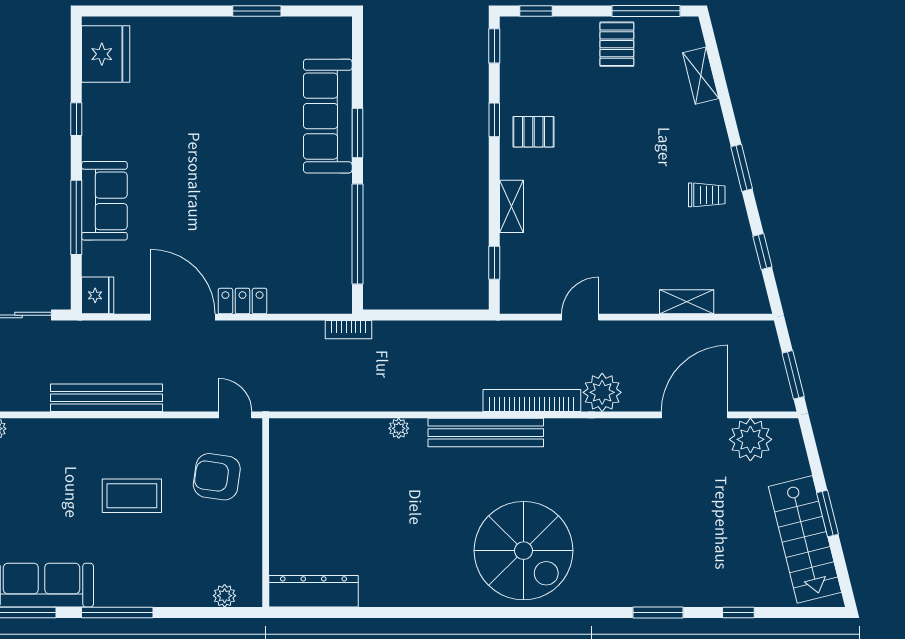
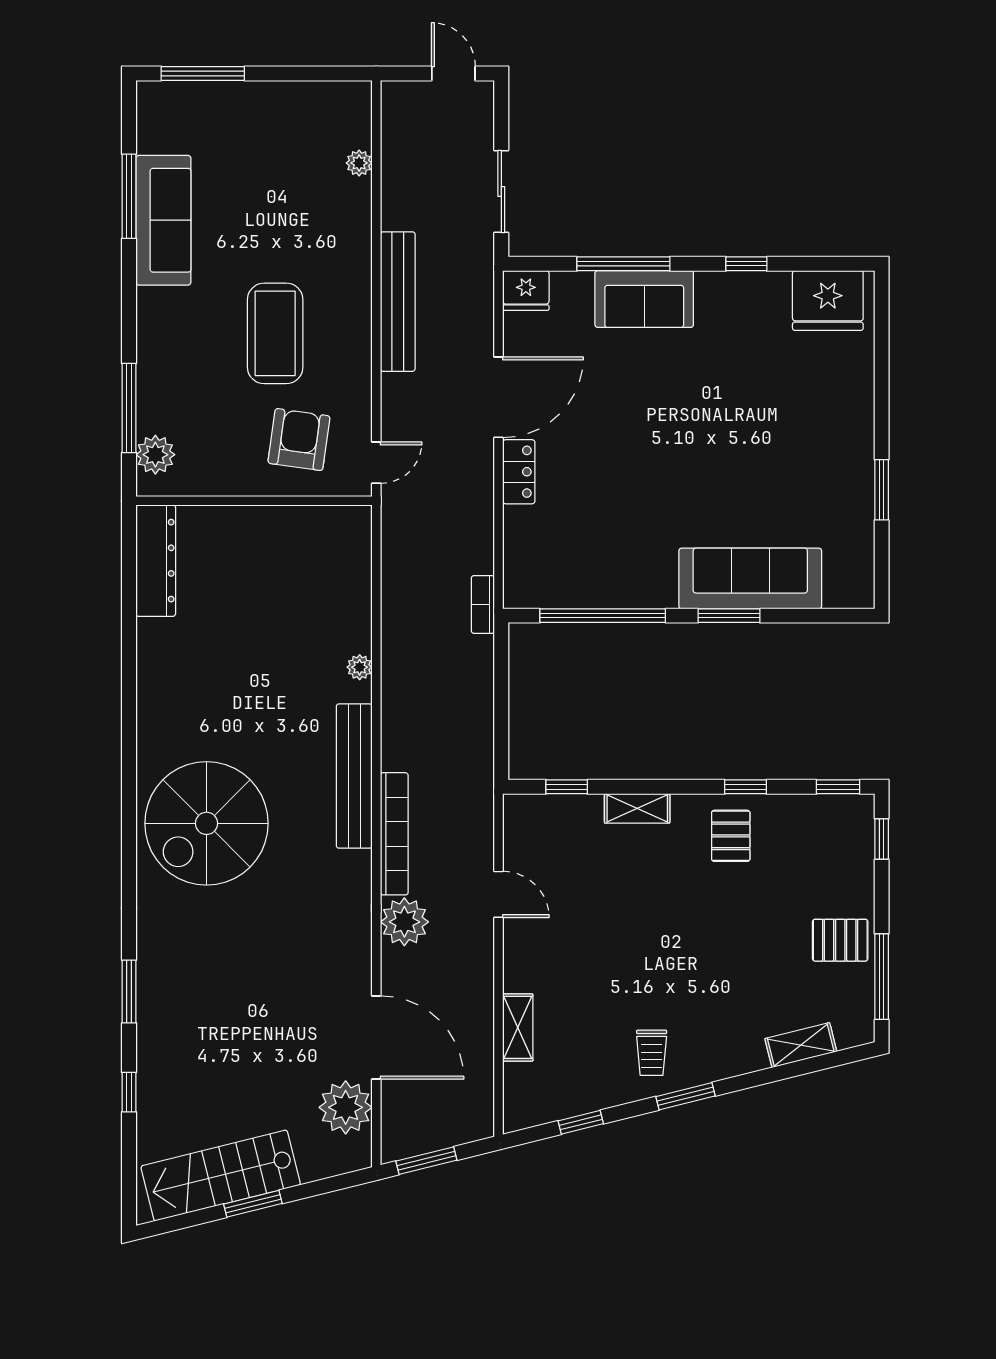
coffee table: (132, 496) -> (275, 333), width x1.36, depth x1.32
plant: (225, 596) -> (155, 455), width x1.38, depth x1.38
window: (117, 613) -> (129, 408), moved

